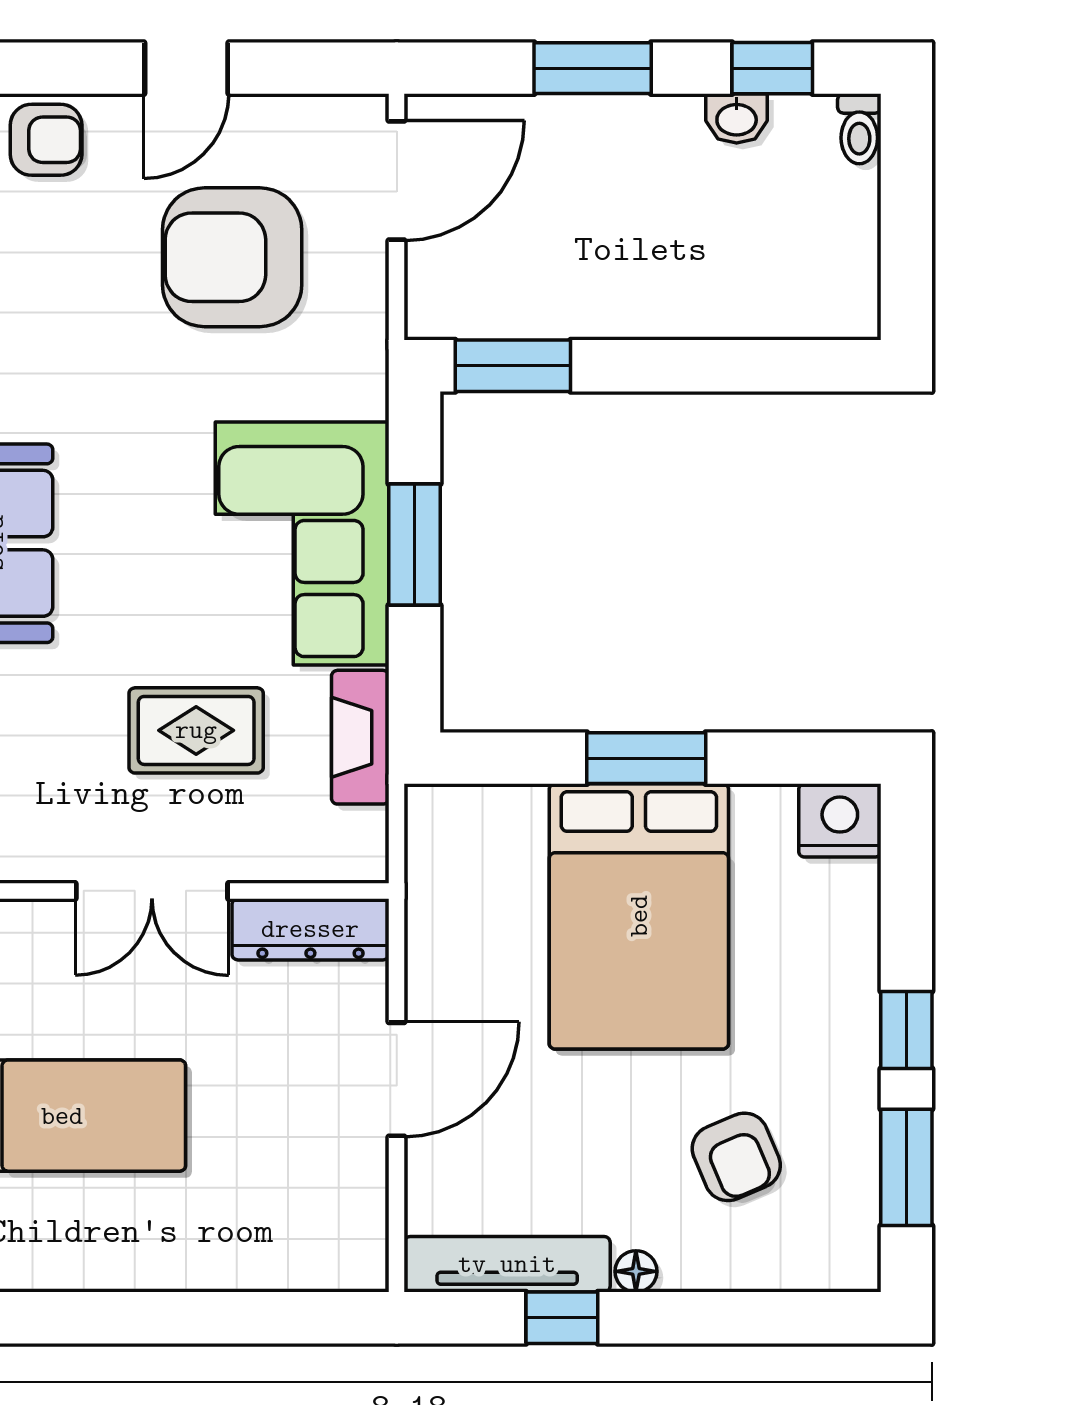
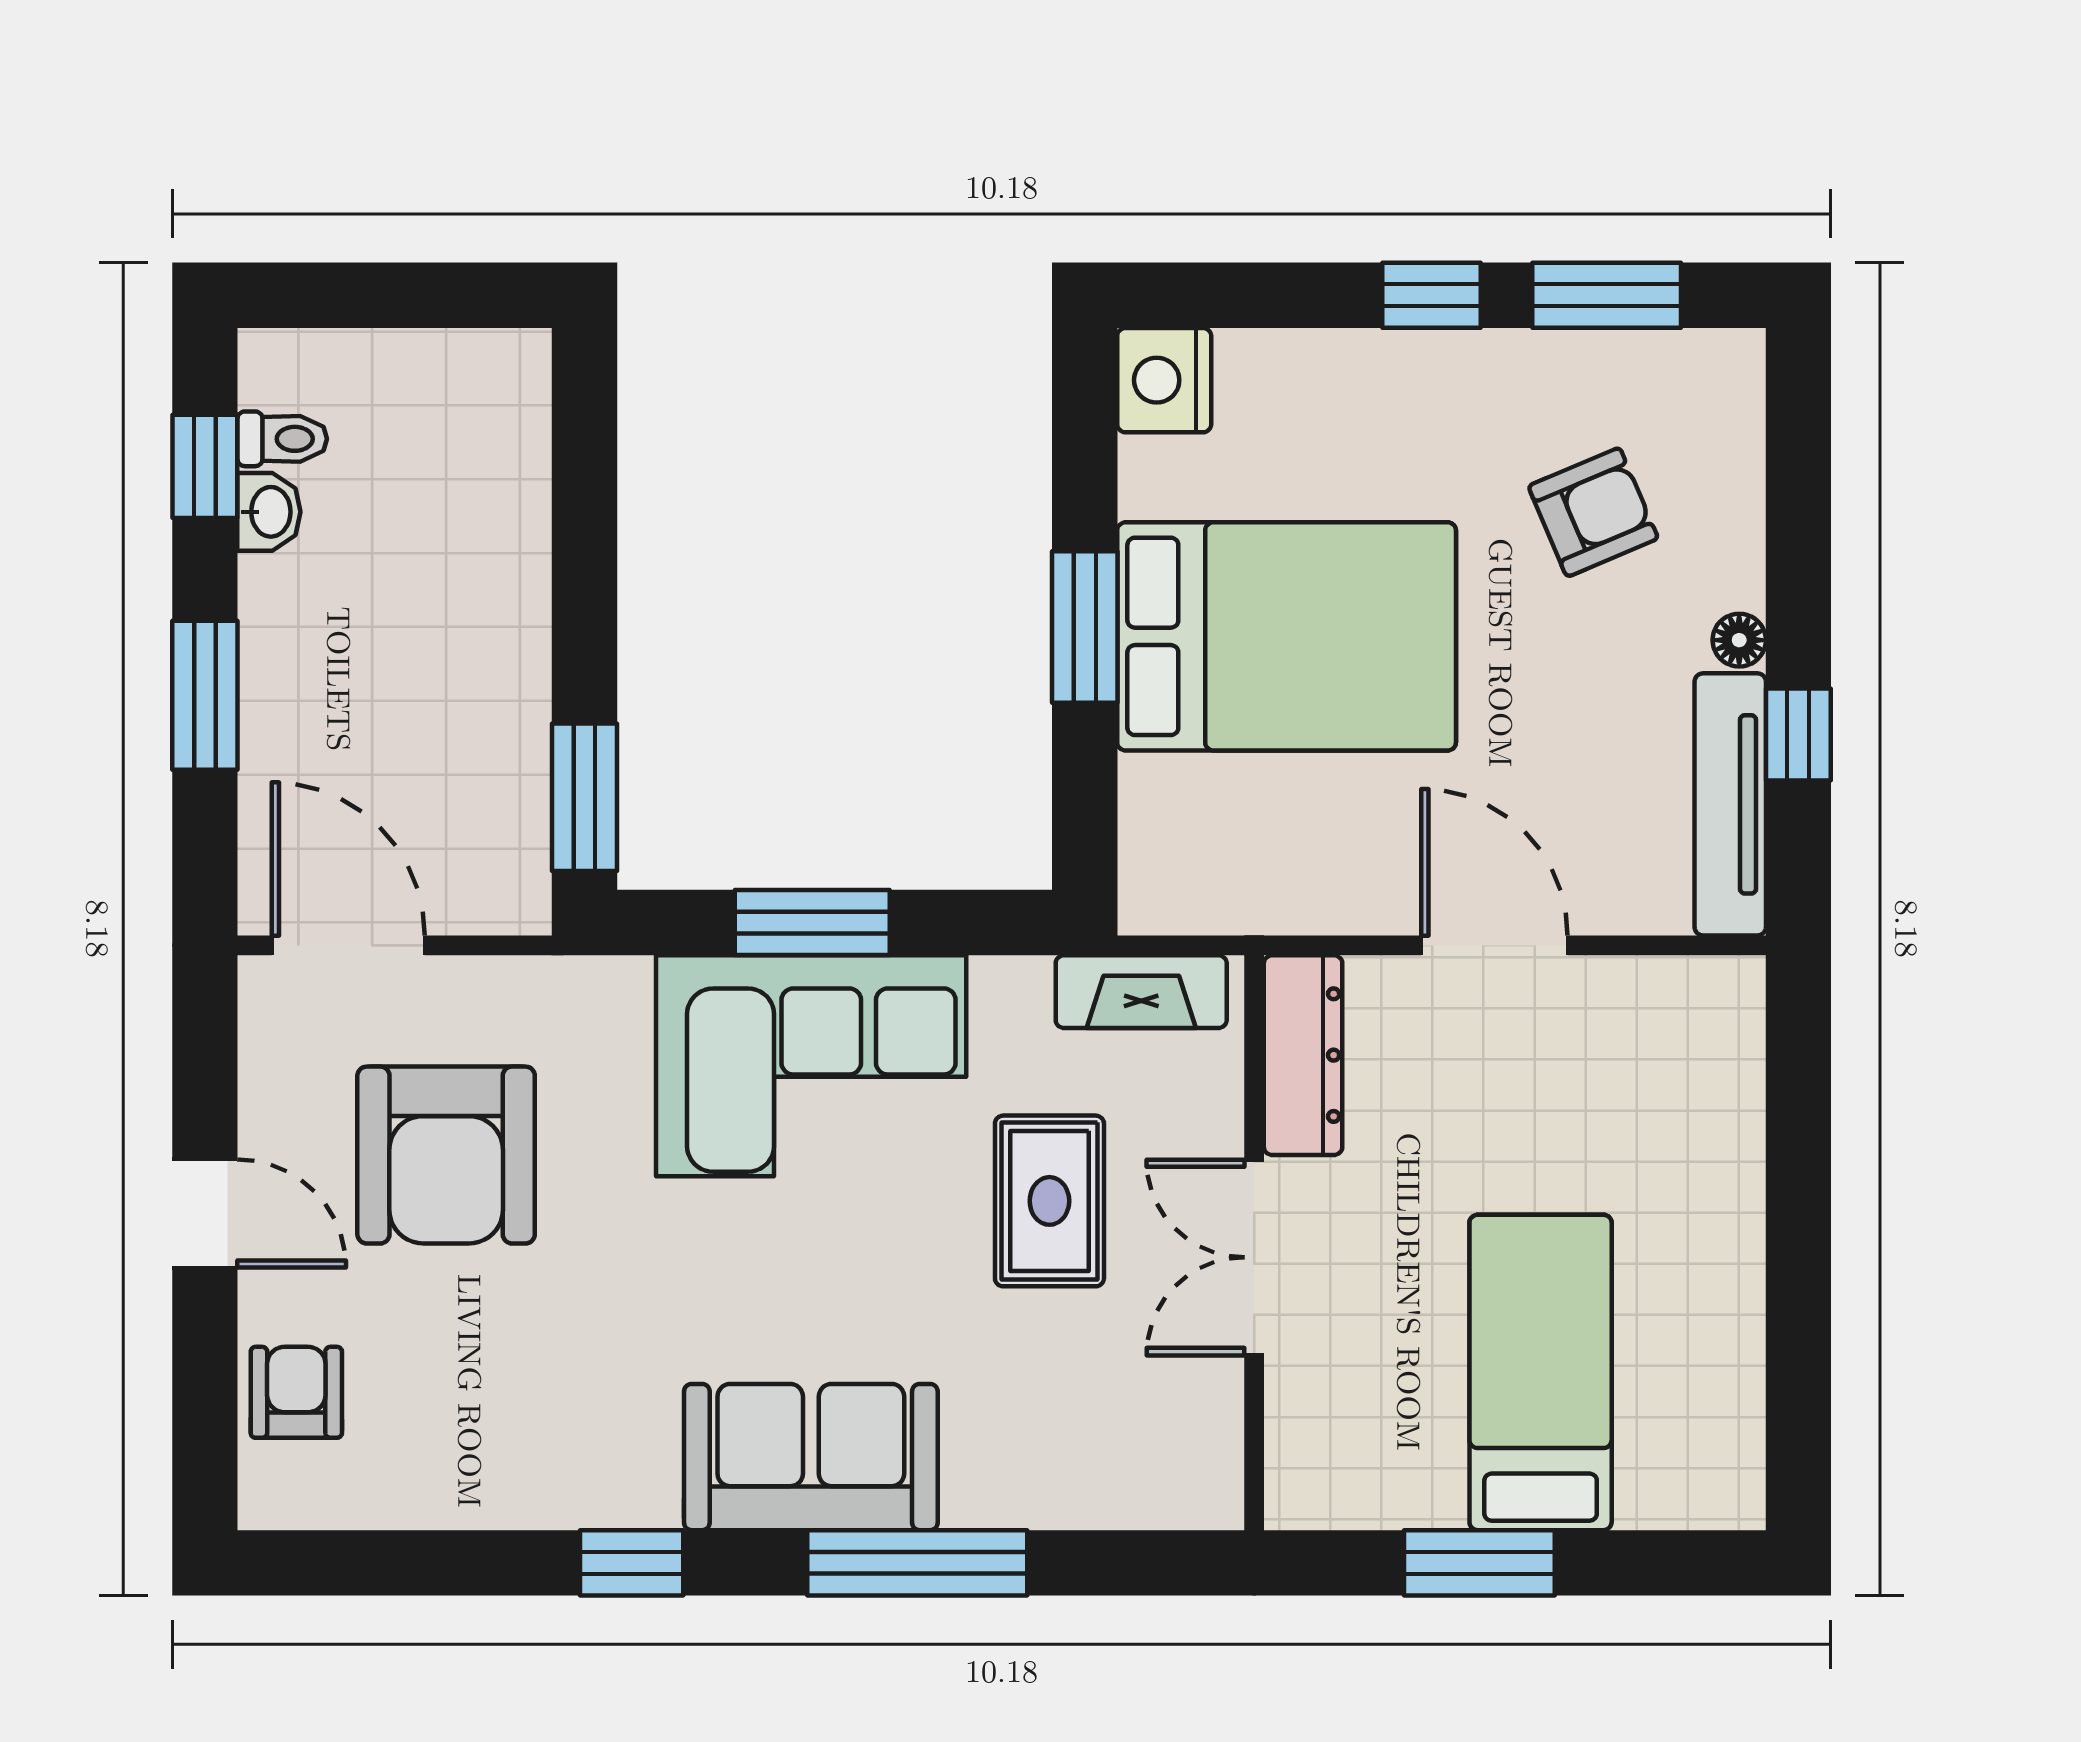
toilet: (859, 129) -> (282, 439), moved
fireplace: (360, 737) -> (1141, 992), moved
double door: (152, 891) -> (1254, 1257), swing flipped

